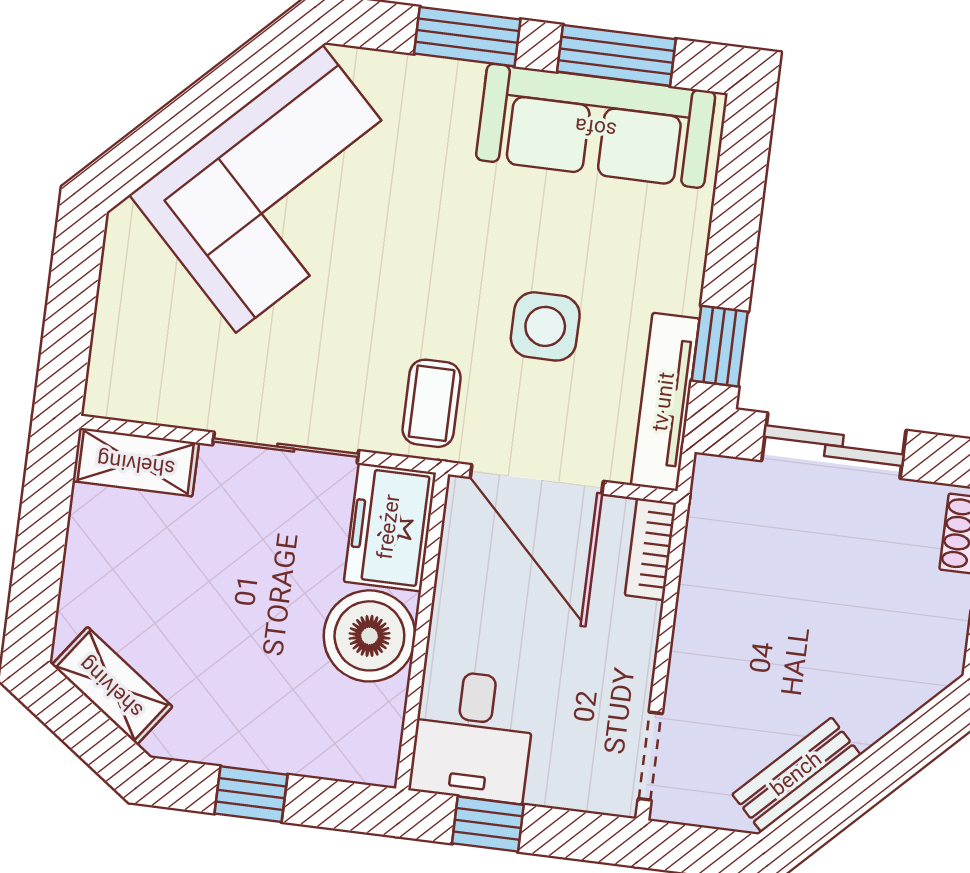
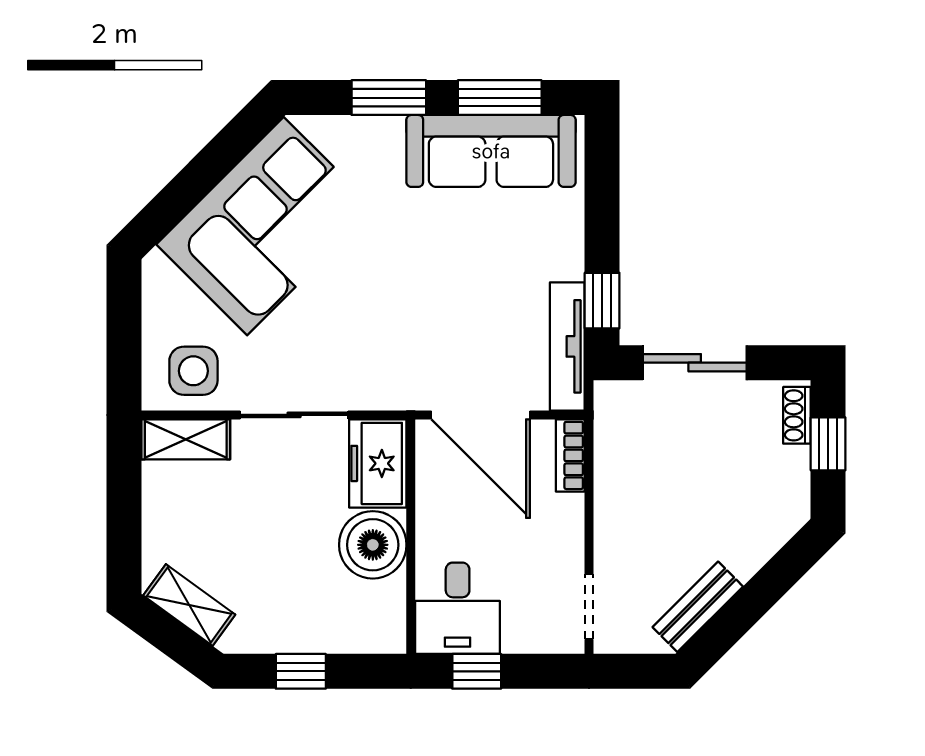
side table: (545, 326) -> (193, 371), moved
coffee table: (432, 403) -> (397, 369), removed

